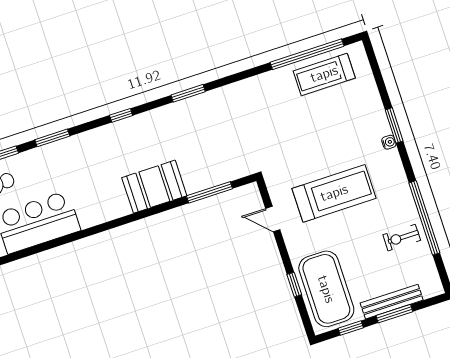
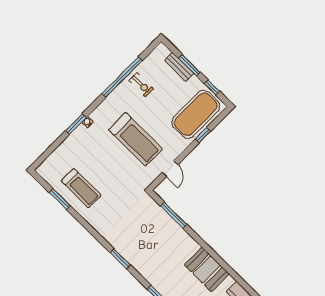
window: (307, 54) -> (60, 199), width x0.47
treadmill: (324, 74) -> (81, 188), moved
booth: (154, 187) -> (207, 269), moved
treadmill: (334, 193) -> (136, 139), turned 180
bench: (392, 302) -> (179, 67), width x0.73

